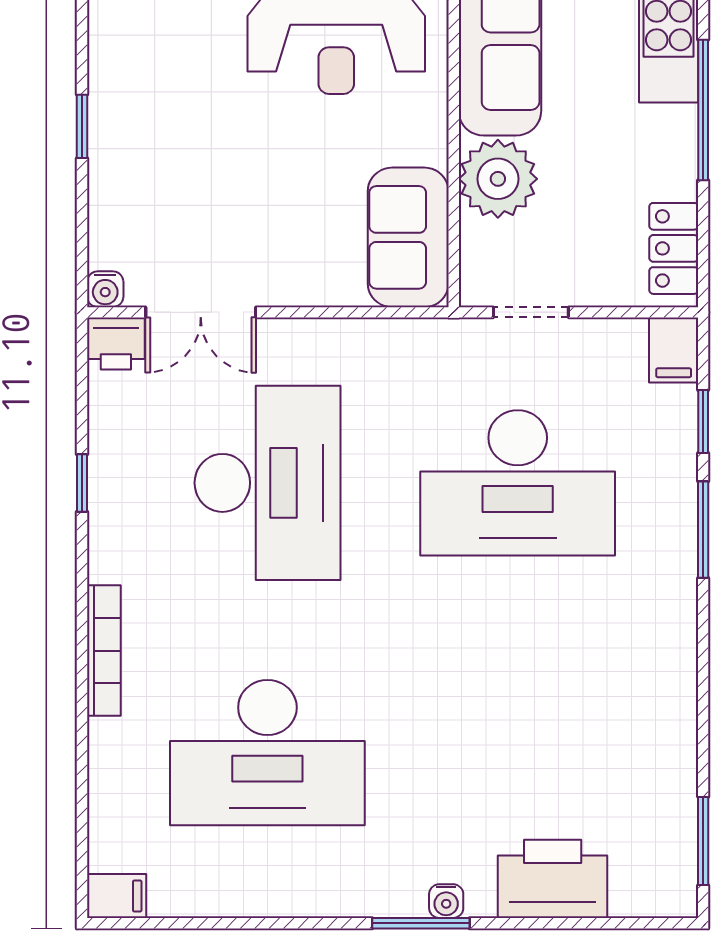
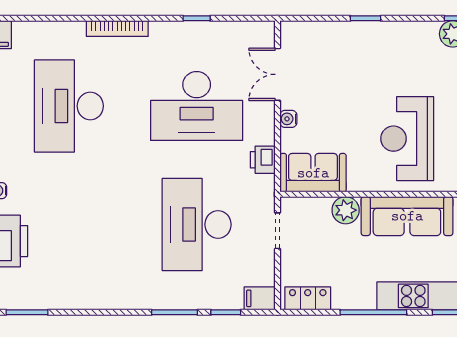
plant: (498, 179) -> (346, 210), width x0.73, depth x0.73
water cooler: (105, 289) -> (288, 119), moved
printer: (116, 344) -> (263, 160), moved

